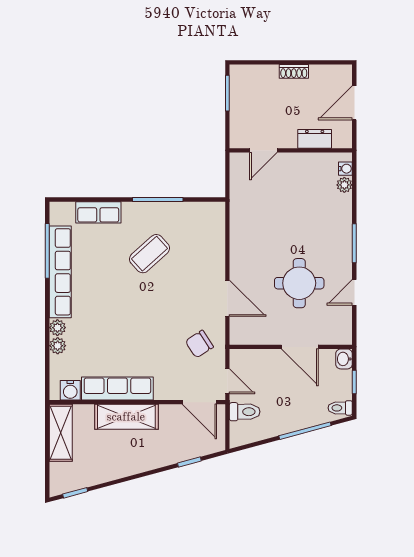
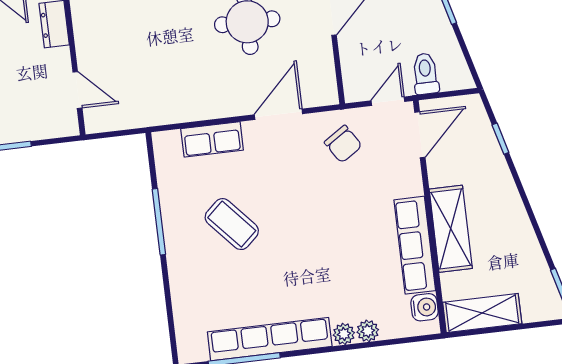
row of seats: (98, 212) -> (212, 139), moved, turned 90

